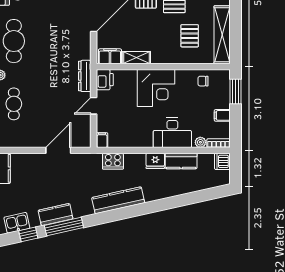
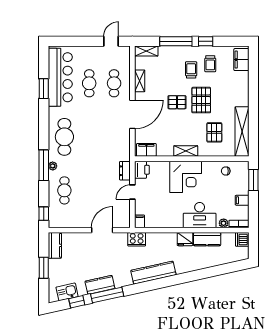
shelving: (136, 58) -> (186, 151), moved
dresser: (85, 76) -> (125, 171), width x0.70
cooker: (113, 161) -> (137, 239), moved

